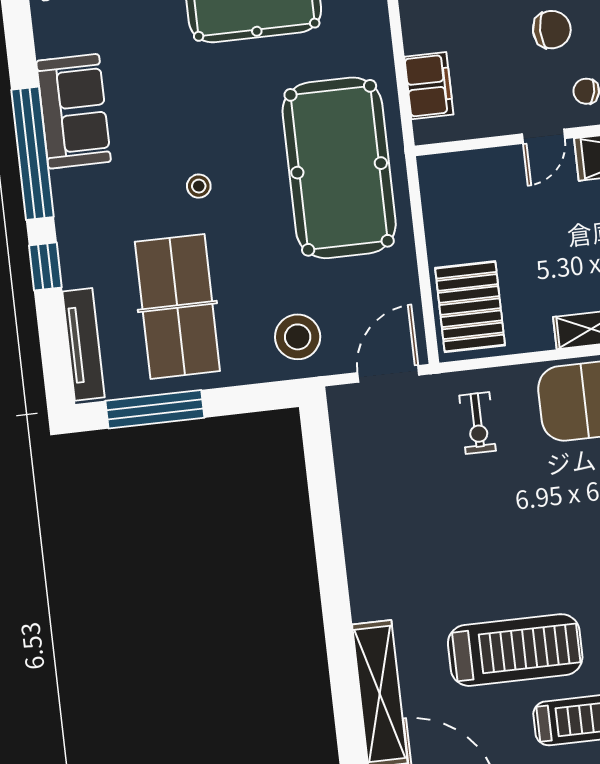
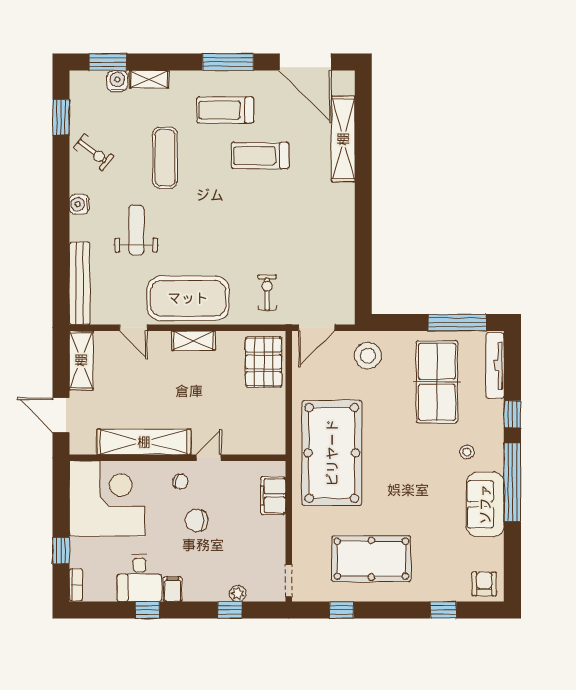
stool: (199, 186) -> (467, 452), moved
treadmill: (515, 650) -> (260, 156), width x0.73, depth x0.73

